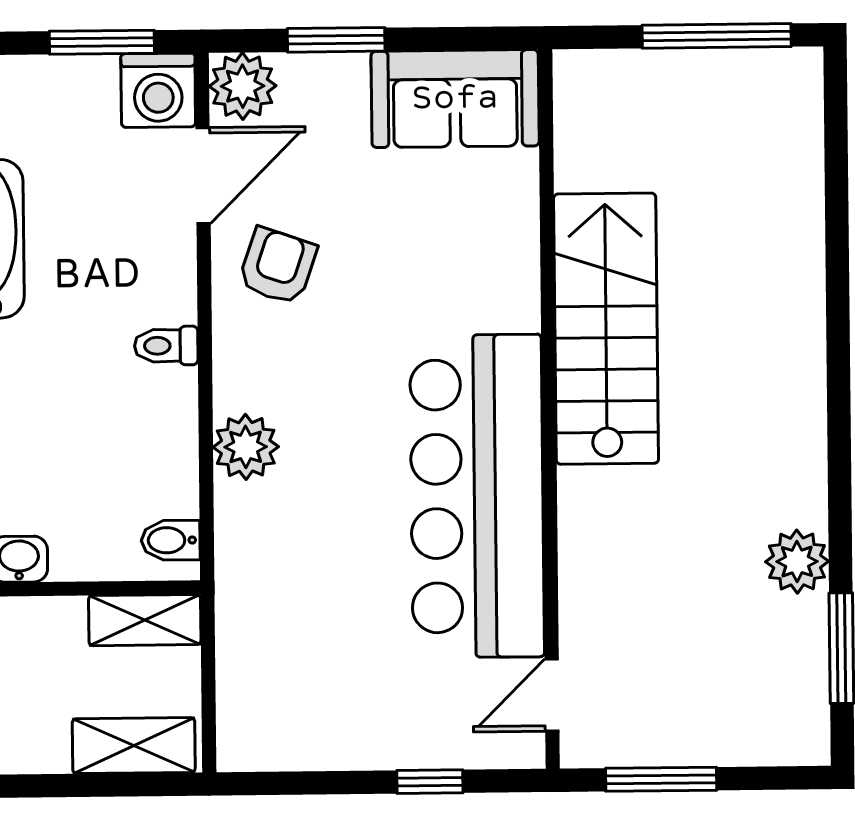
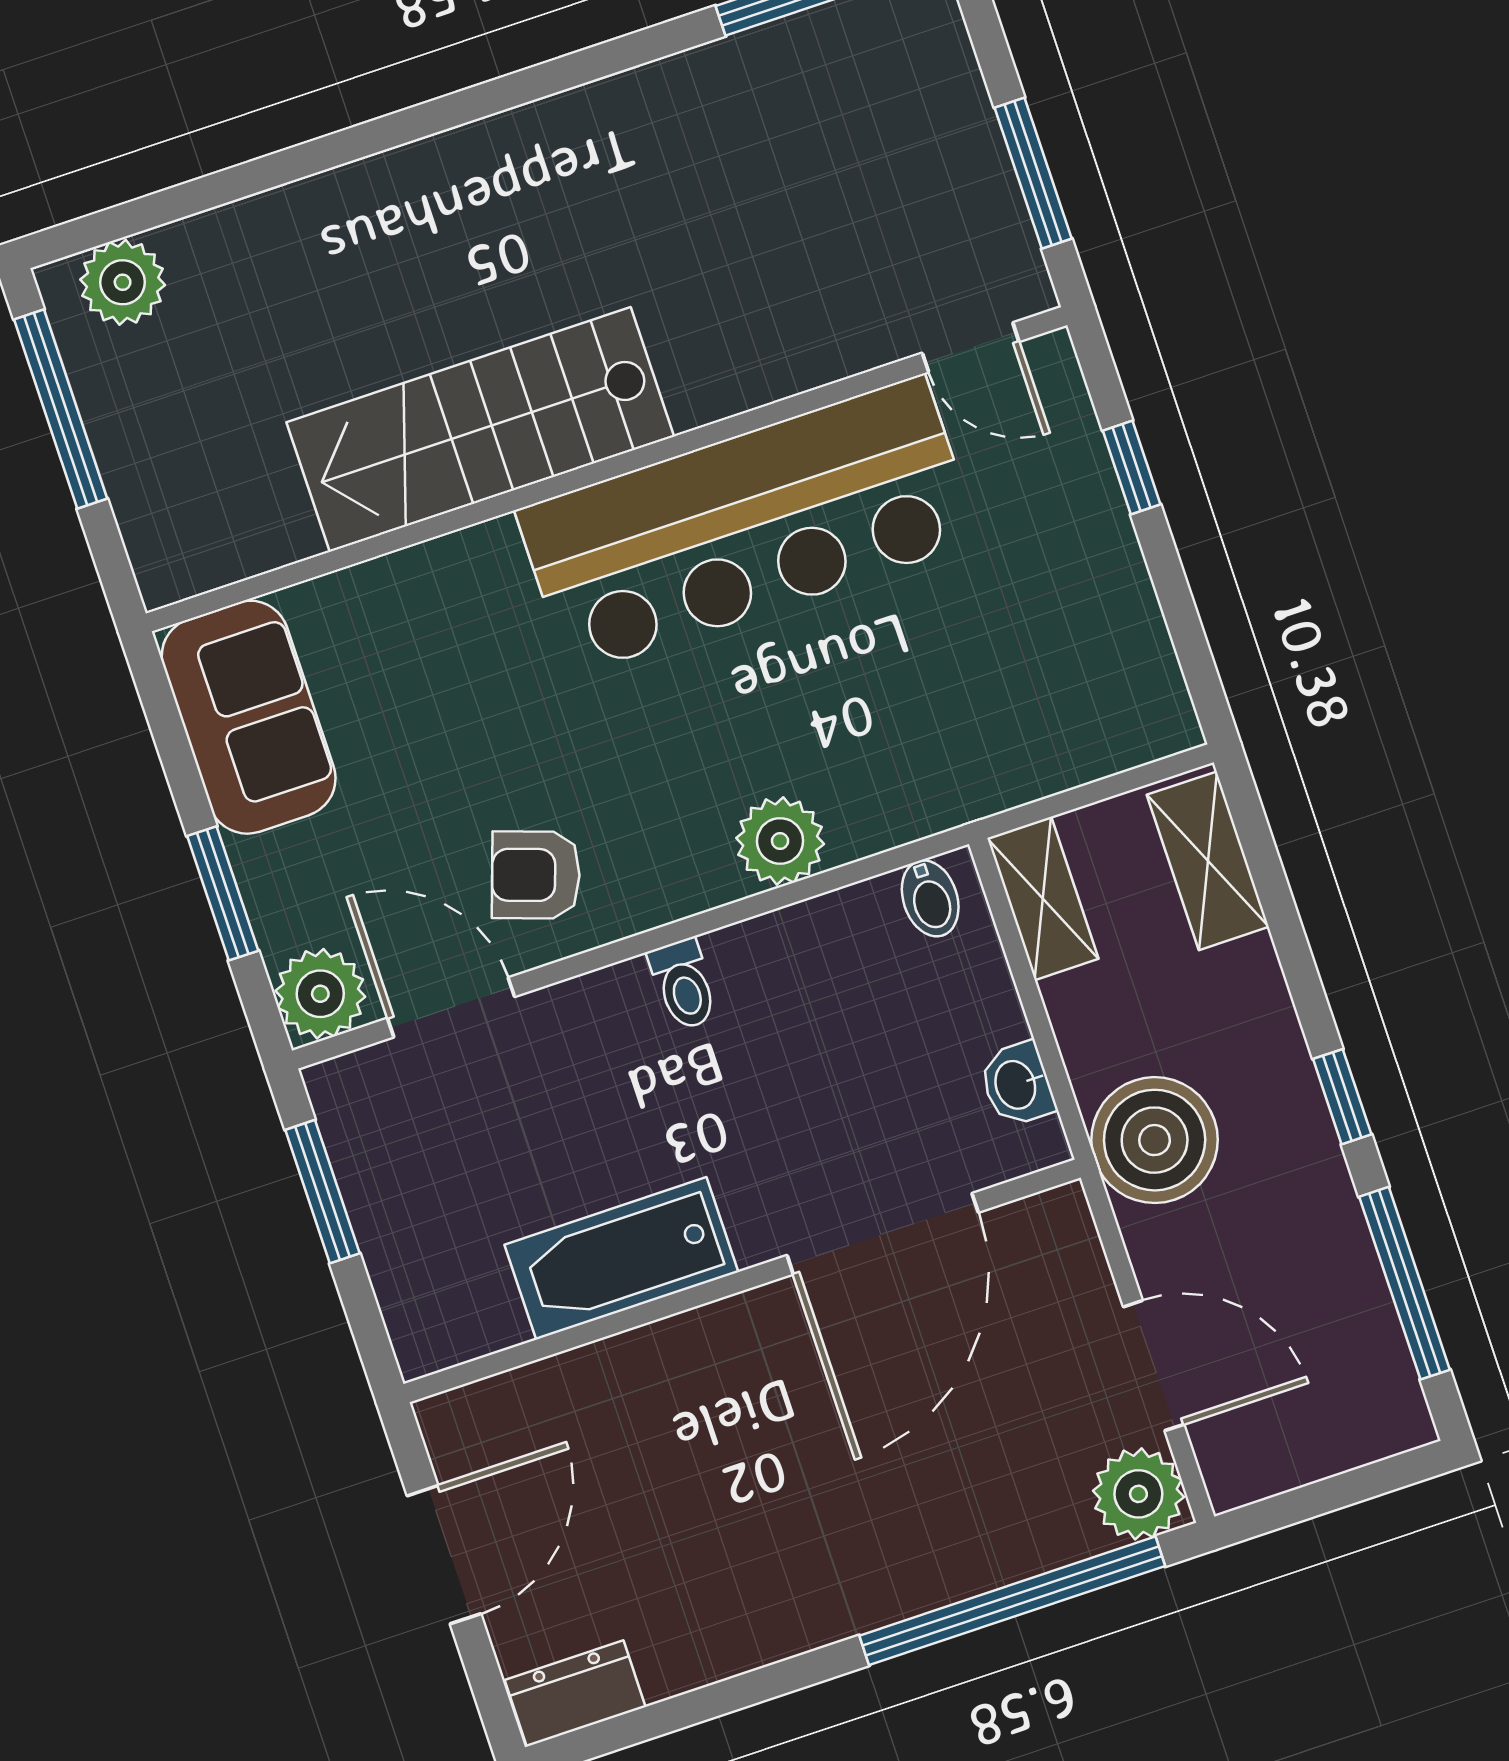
washing machine: (158, 90) -> (361, 1100), removed
plant: (797, 562) -> (123, 282), moved

